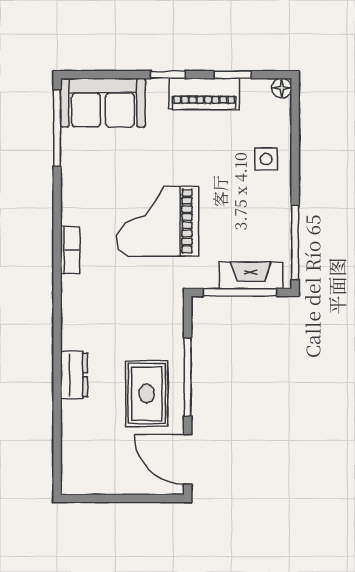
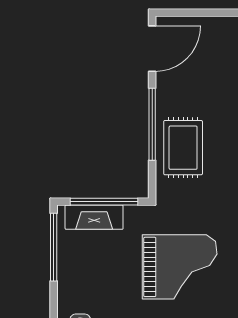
rug: (147, 394) -> (183, 148), moved
door: (188, 459) -> (152, 49), hinge flipped

